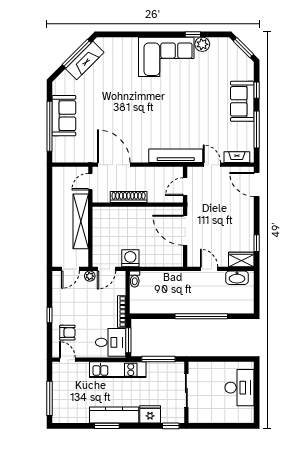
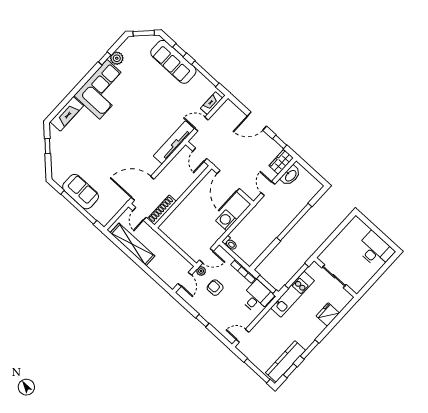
window: (77, 54) -> (48, 146), width x0.46
fireplace: (85, 61) -> (67, 114), moved, turned 45
sofa: (242, 101) -> (173, 62), width x1.36
door: (257, 184) -> (257, 121), moved
shoe rack: (129, 197) -> (162, 210), moved
shelving: (81, 221) -> (132, 244), moved
door: (185, 230) -> (228, 181), hinge flipped
washing machine: (130, 258) -> (226, 220), moved
door: (107, 269) -> (206, 256), hinge flipped
door: (209, 269) -> (268, 189), hinge flipped
armchair: (67, 333) -> (215, 288), moved, turned -90
kitchen unit: (118, 370) -> (292, 294), moved
desk: (240, 388) -> (375, 250), moved
kitchen counter: (114, 415) -> (286, 361), moved
window: (171, 426) -> (290, 371), moved

